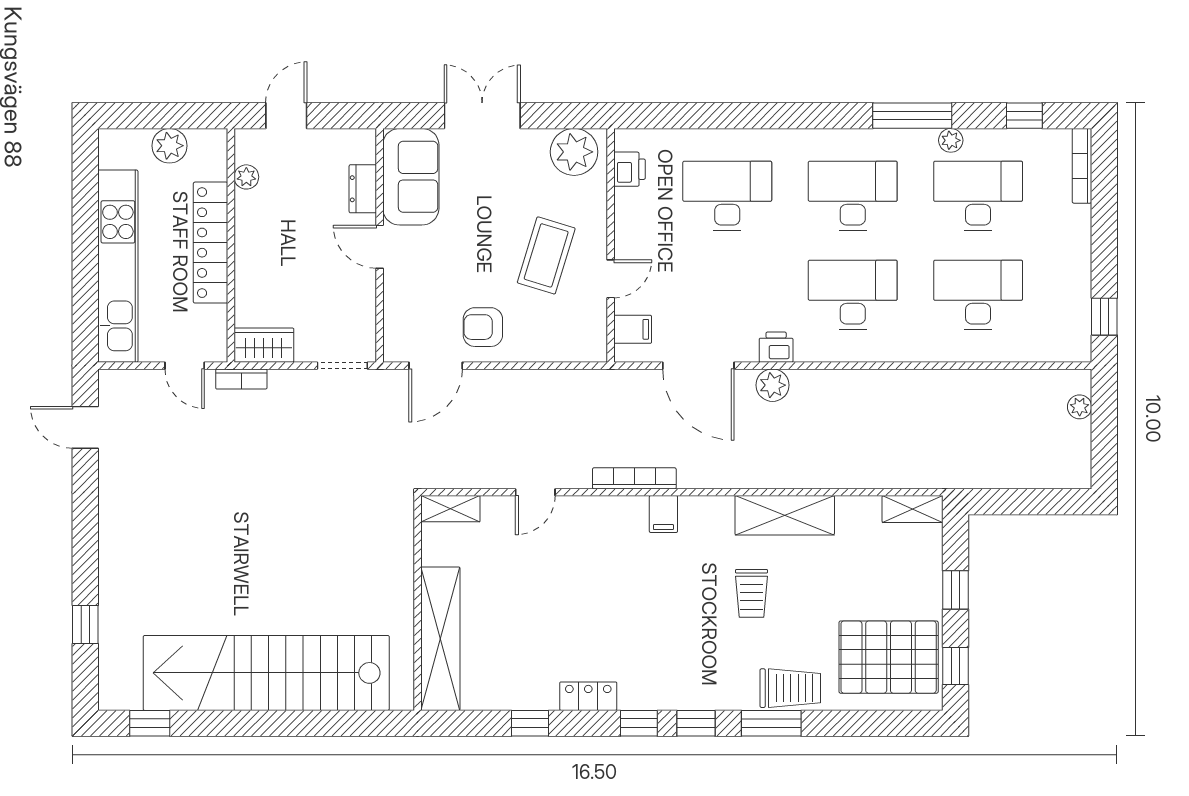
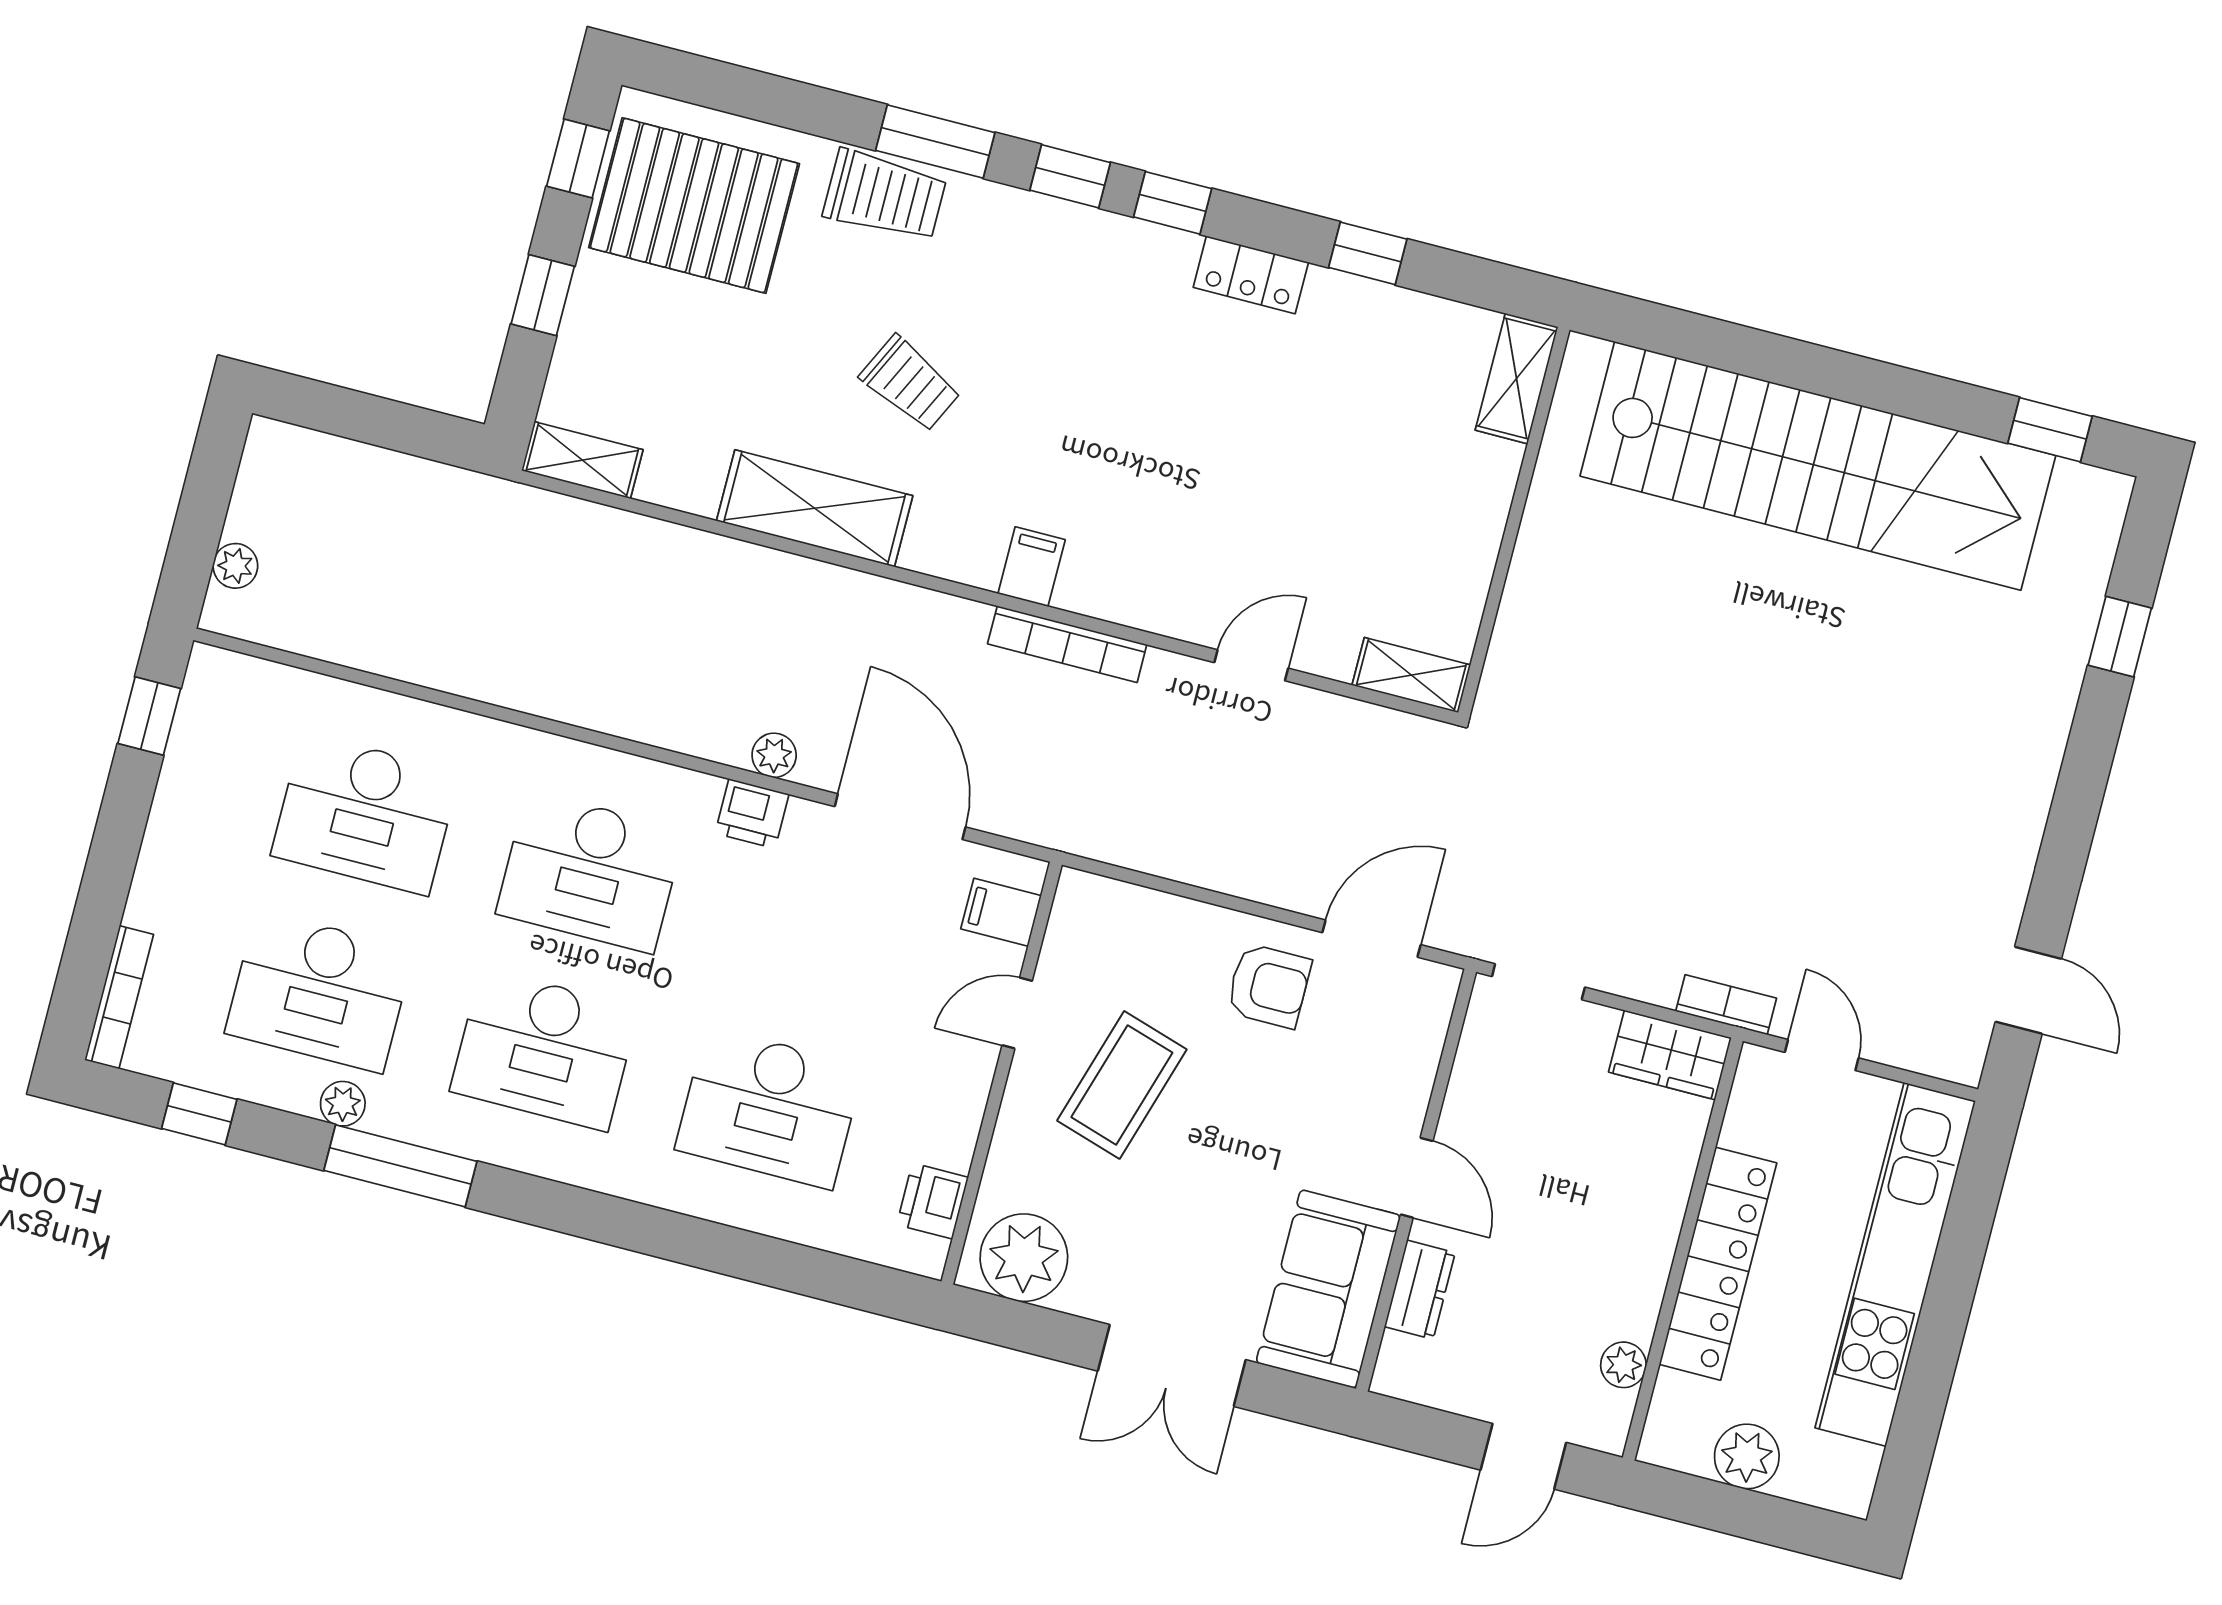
plant: (772, 385) -> (774, 755), width x0.73, depth x0.73
trolley: (751, 593) -> (910, 384), turned 116
shelving: (440, 639) -> (1517, 378), width x0.45, depth x0.75
trolley: (790, 688) -> (885, 196), turned 180

